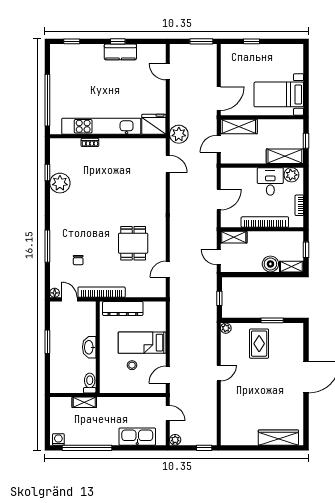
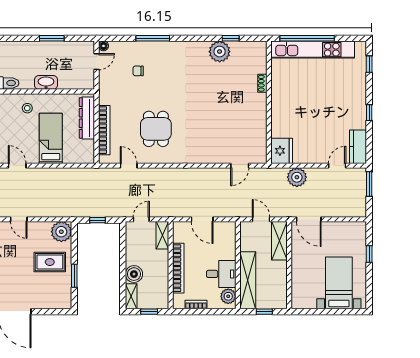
window: (201, 41) -> (369, 184), moved
kitchen counter: (120, 52) -> (358, 147), moved
bed with nightstands: (279, 94) -> (339, 283), moved
kitchen unit: (101, 126) -> (313, 50), moved, turned 90
plant: (179, 134) -> (297, 177), moved
shelving: (285, 156) -> (248, 280), width x1.47
dining table: (133, 243) -> (156, 129), turned 90
bookcase: (102, 292) -> (104, 130), moved
plant: (226, 328) -> (61, 232), width x1.87, depth x1.87
stool: (132, 365) -> (27, 108), moved

